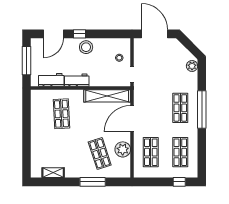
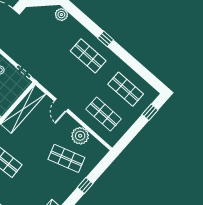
window: (202, 109) -> (106, 39), width x0.32
door: (132, 119) -> (61, 105), width x0.53
window: (93, 182) -> (85, 186), width x0.46

